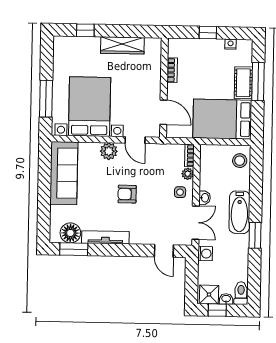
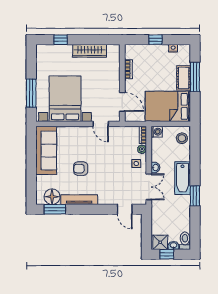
plant: (109, 151) -> (81, 133), removed
armchair: (127, 194) -> (81, 169), moved
washing machine: (205, 254) -> (157, 132), moved

